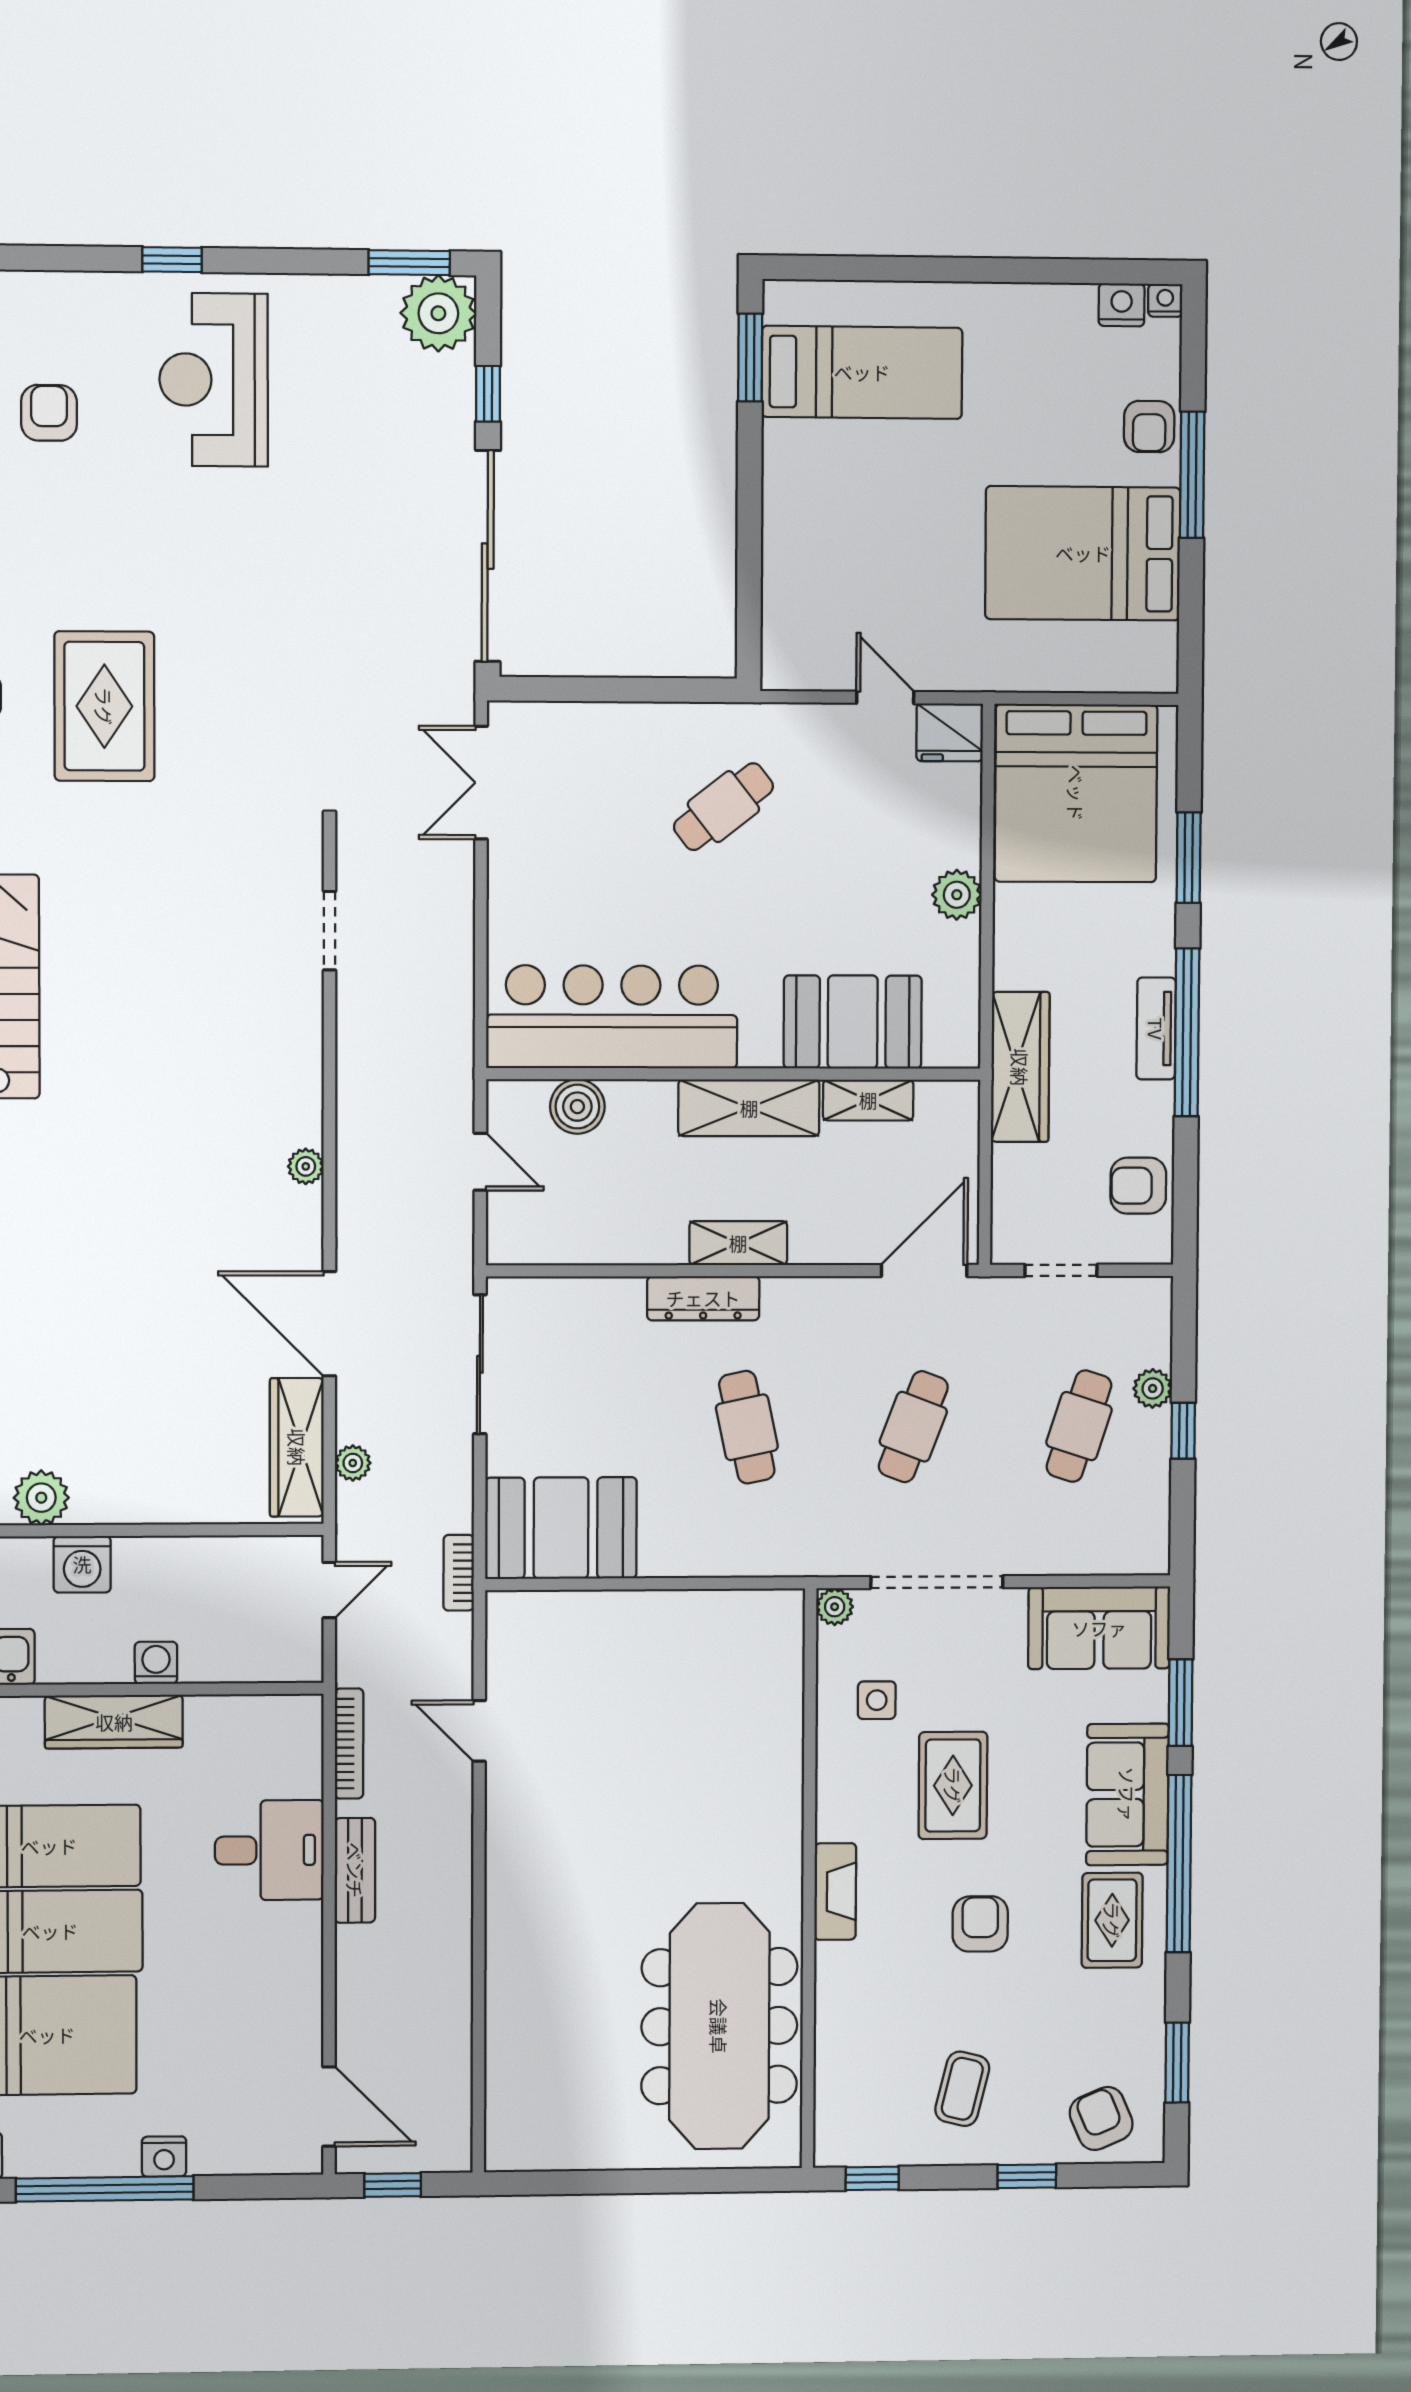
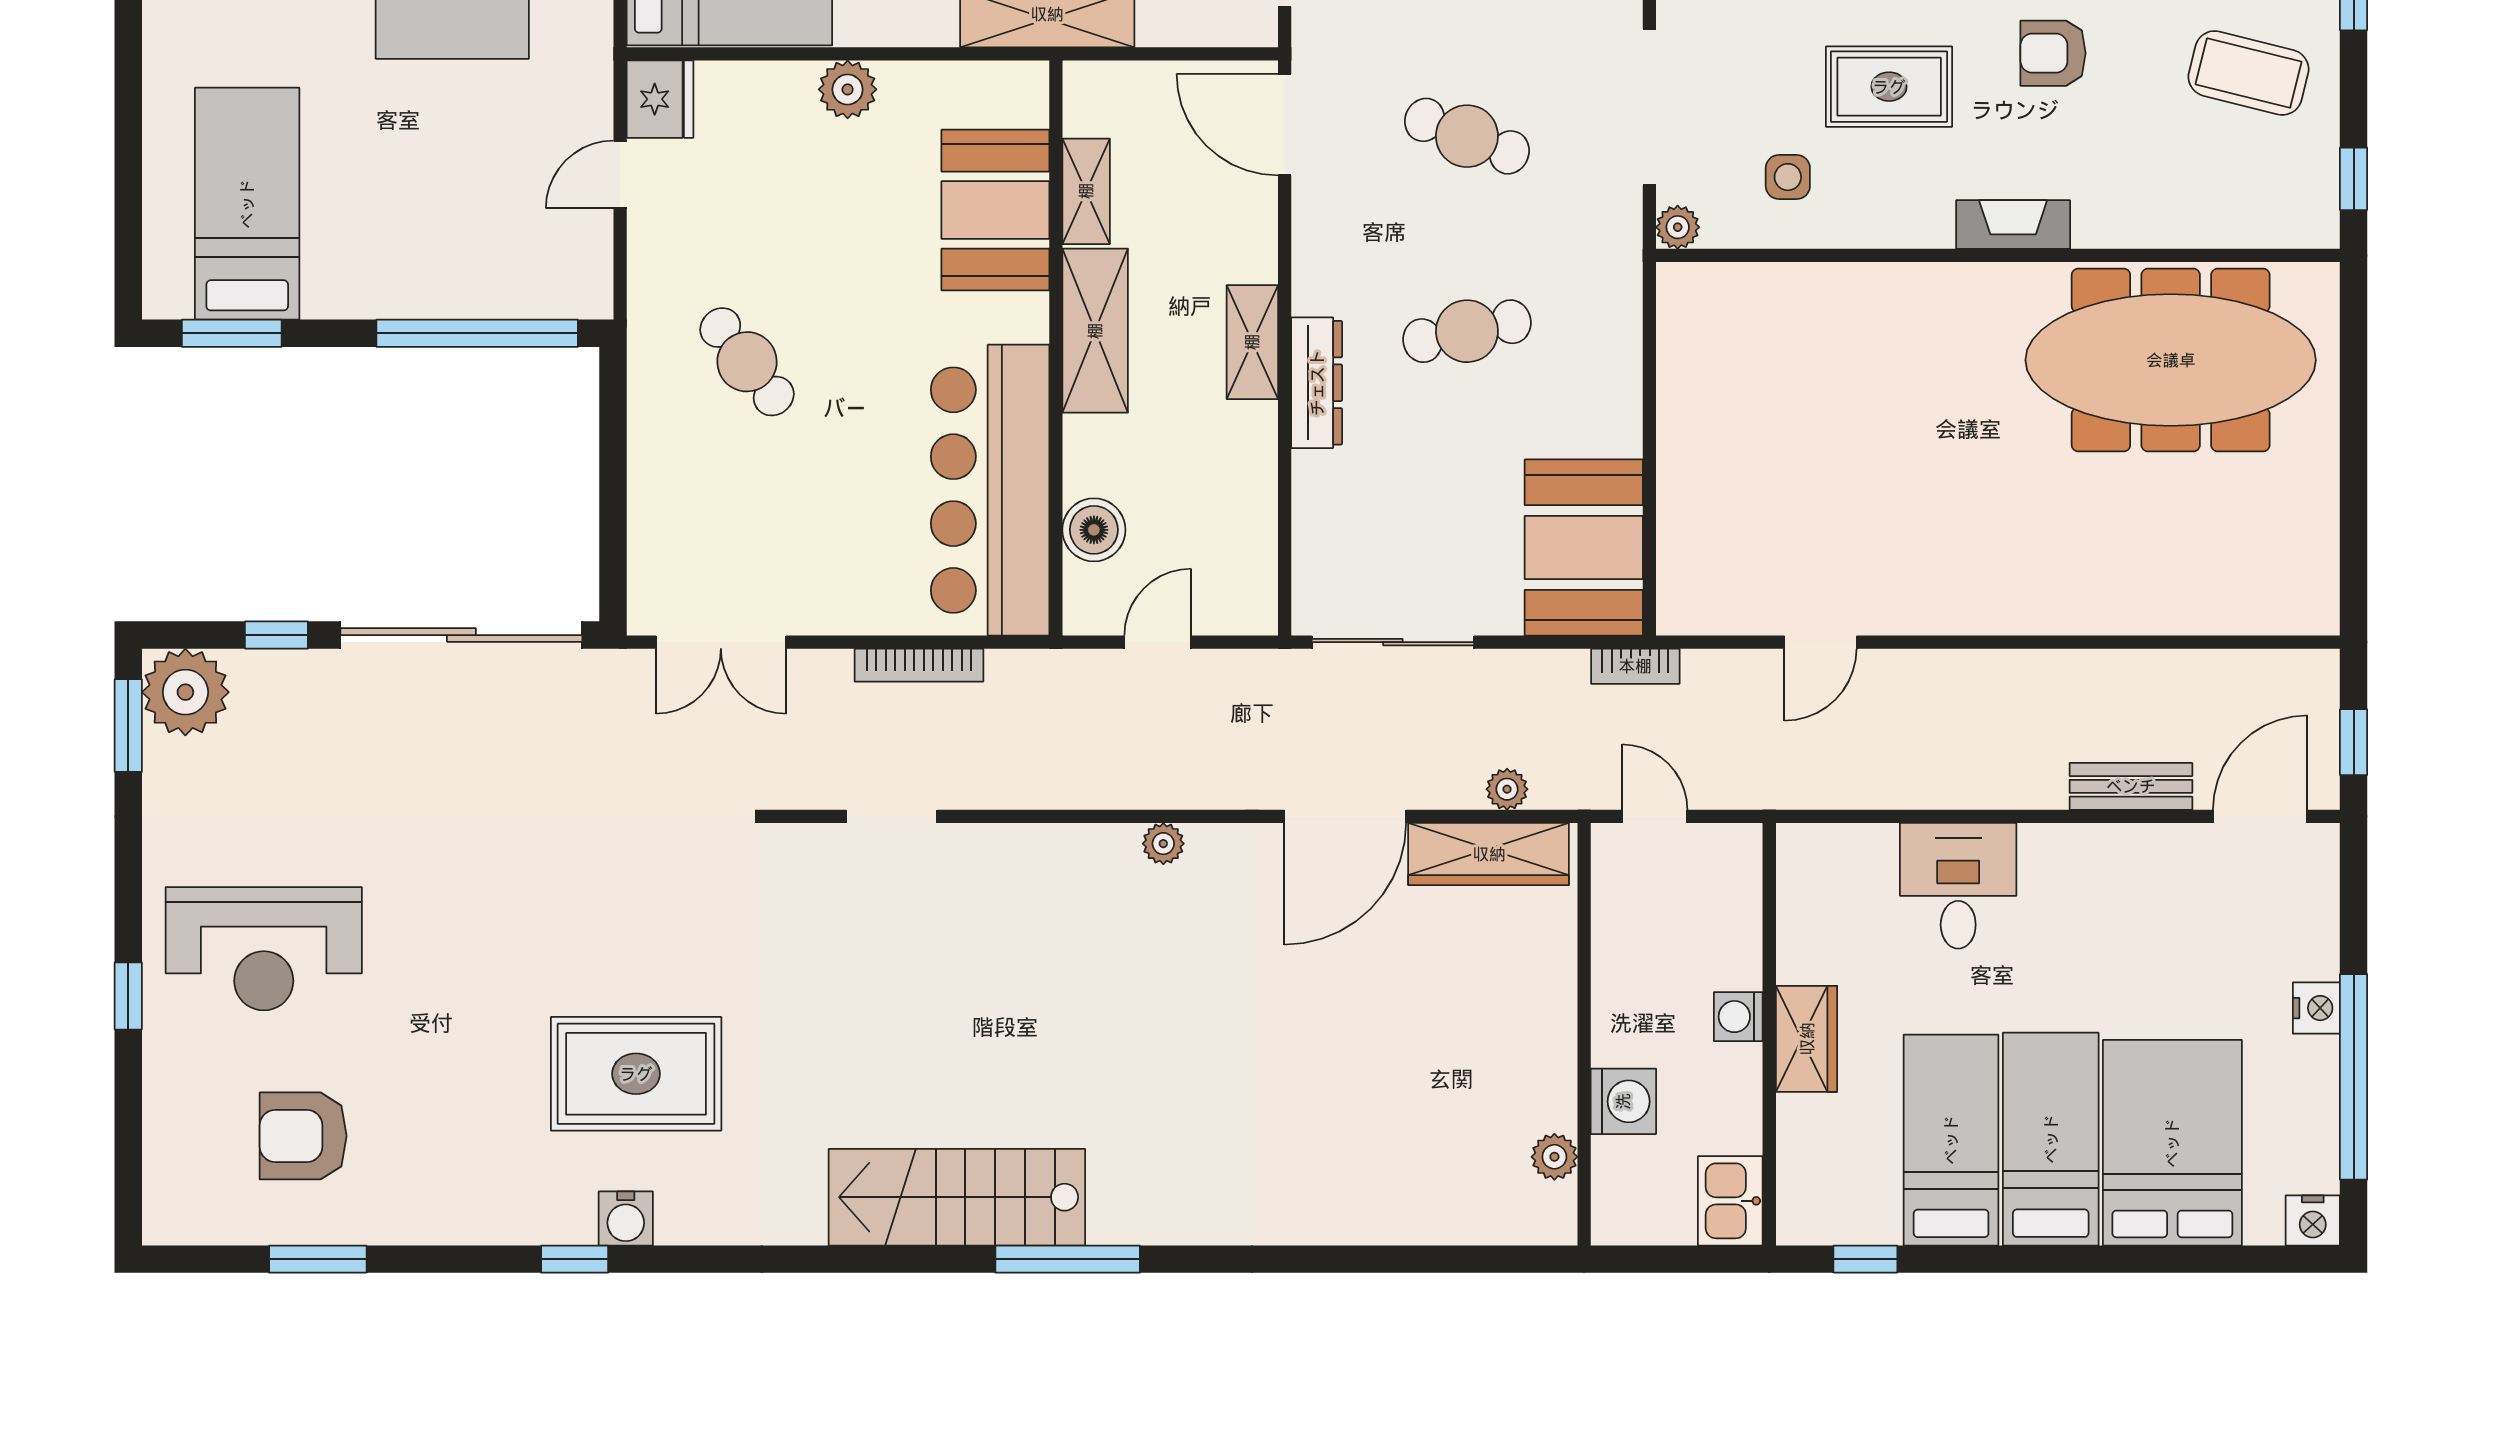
armchair: (49, 413) -> (303, 1136), width x1.38, depth x1.38
window: (749, 572) -> (477, 333), added
plant: (41, 1498) -> (1554, 1157), width x0.73, depth x0.73
wardrobe: (114, 1722) -> (1807, 1039), width x0.67
bookcase: (349, 1744) -> (919, 665), moved, turned 180
bench: (355, 1870) -> (2131, 786), moved
coffee table: (962, 2089) -> (2248, 73), width x1.36, depth x1.30

